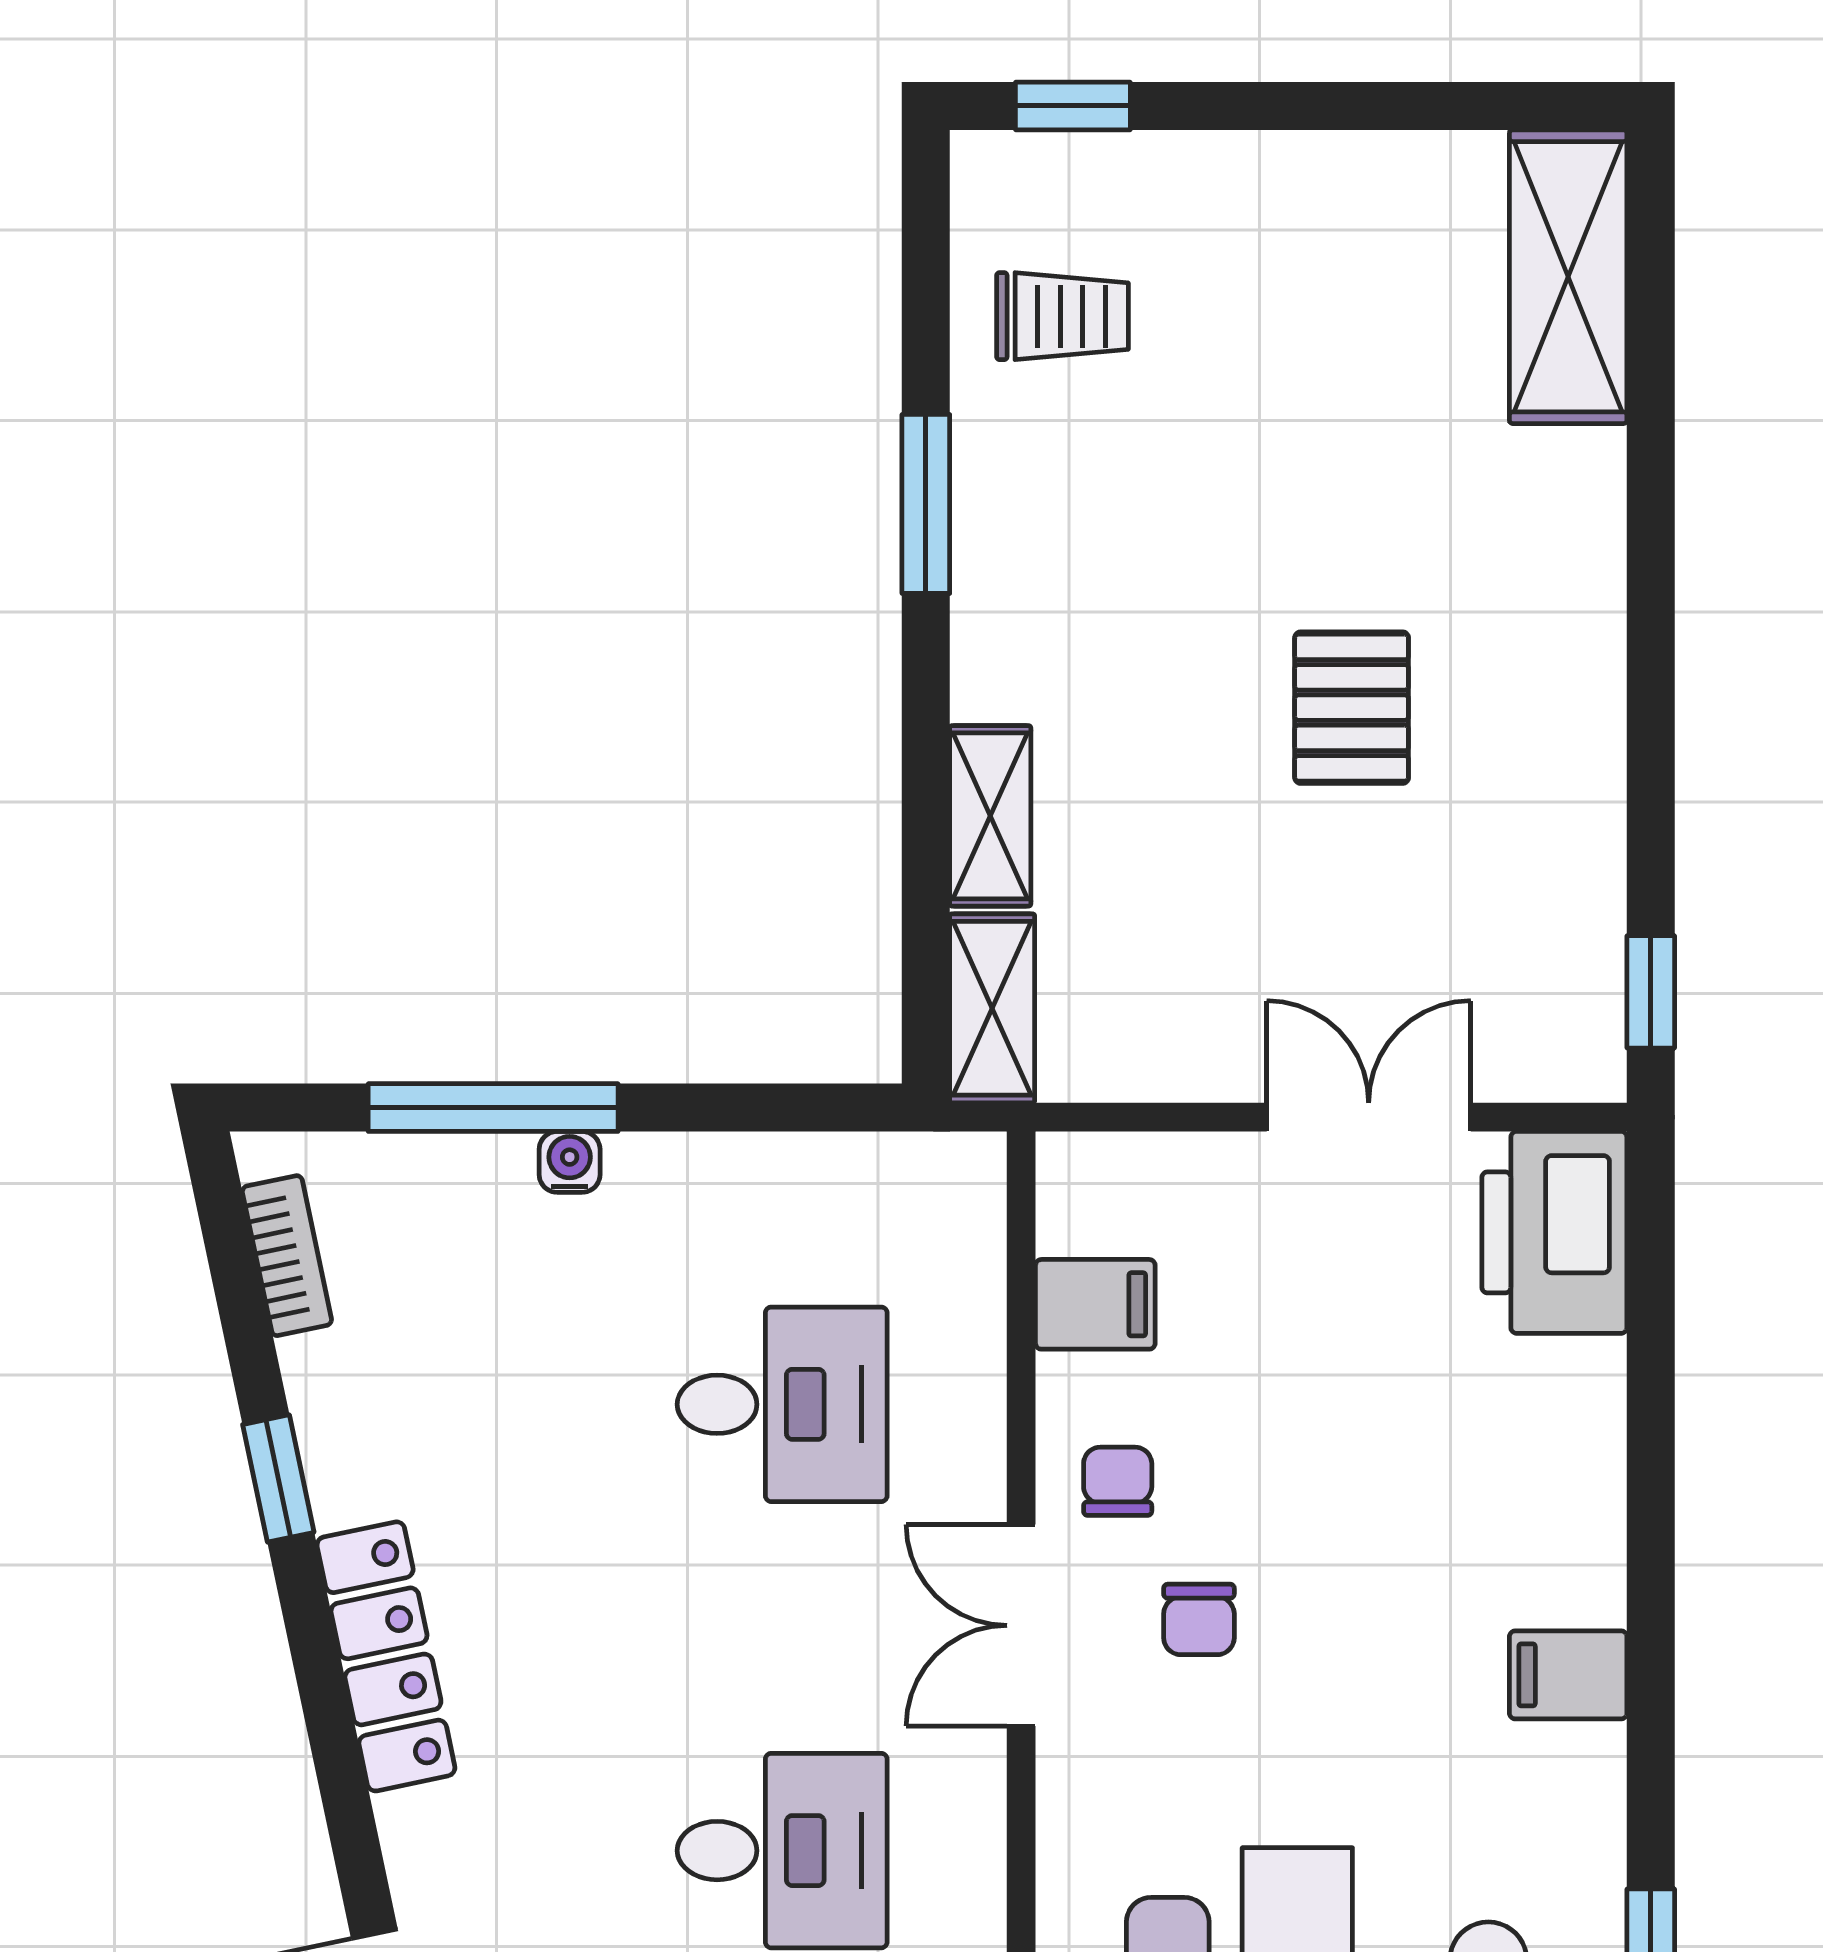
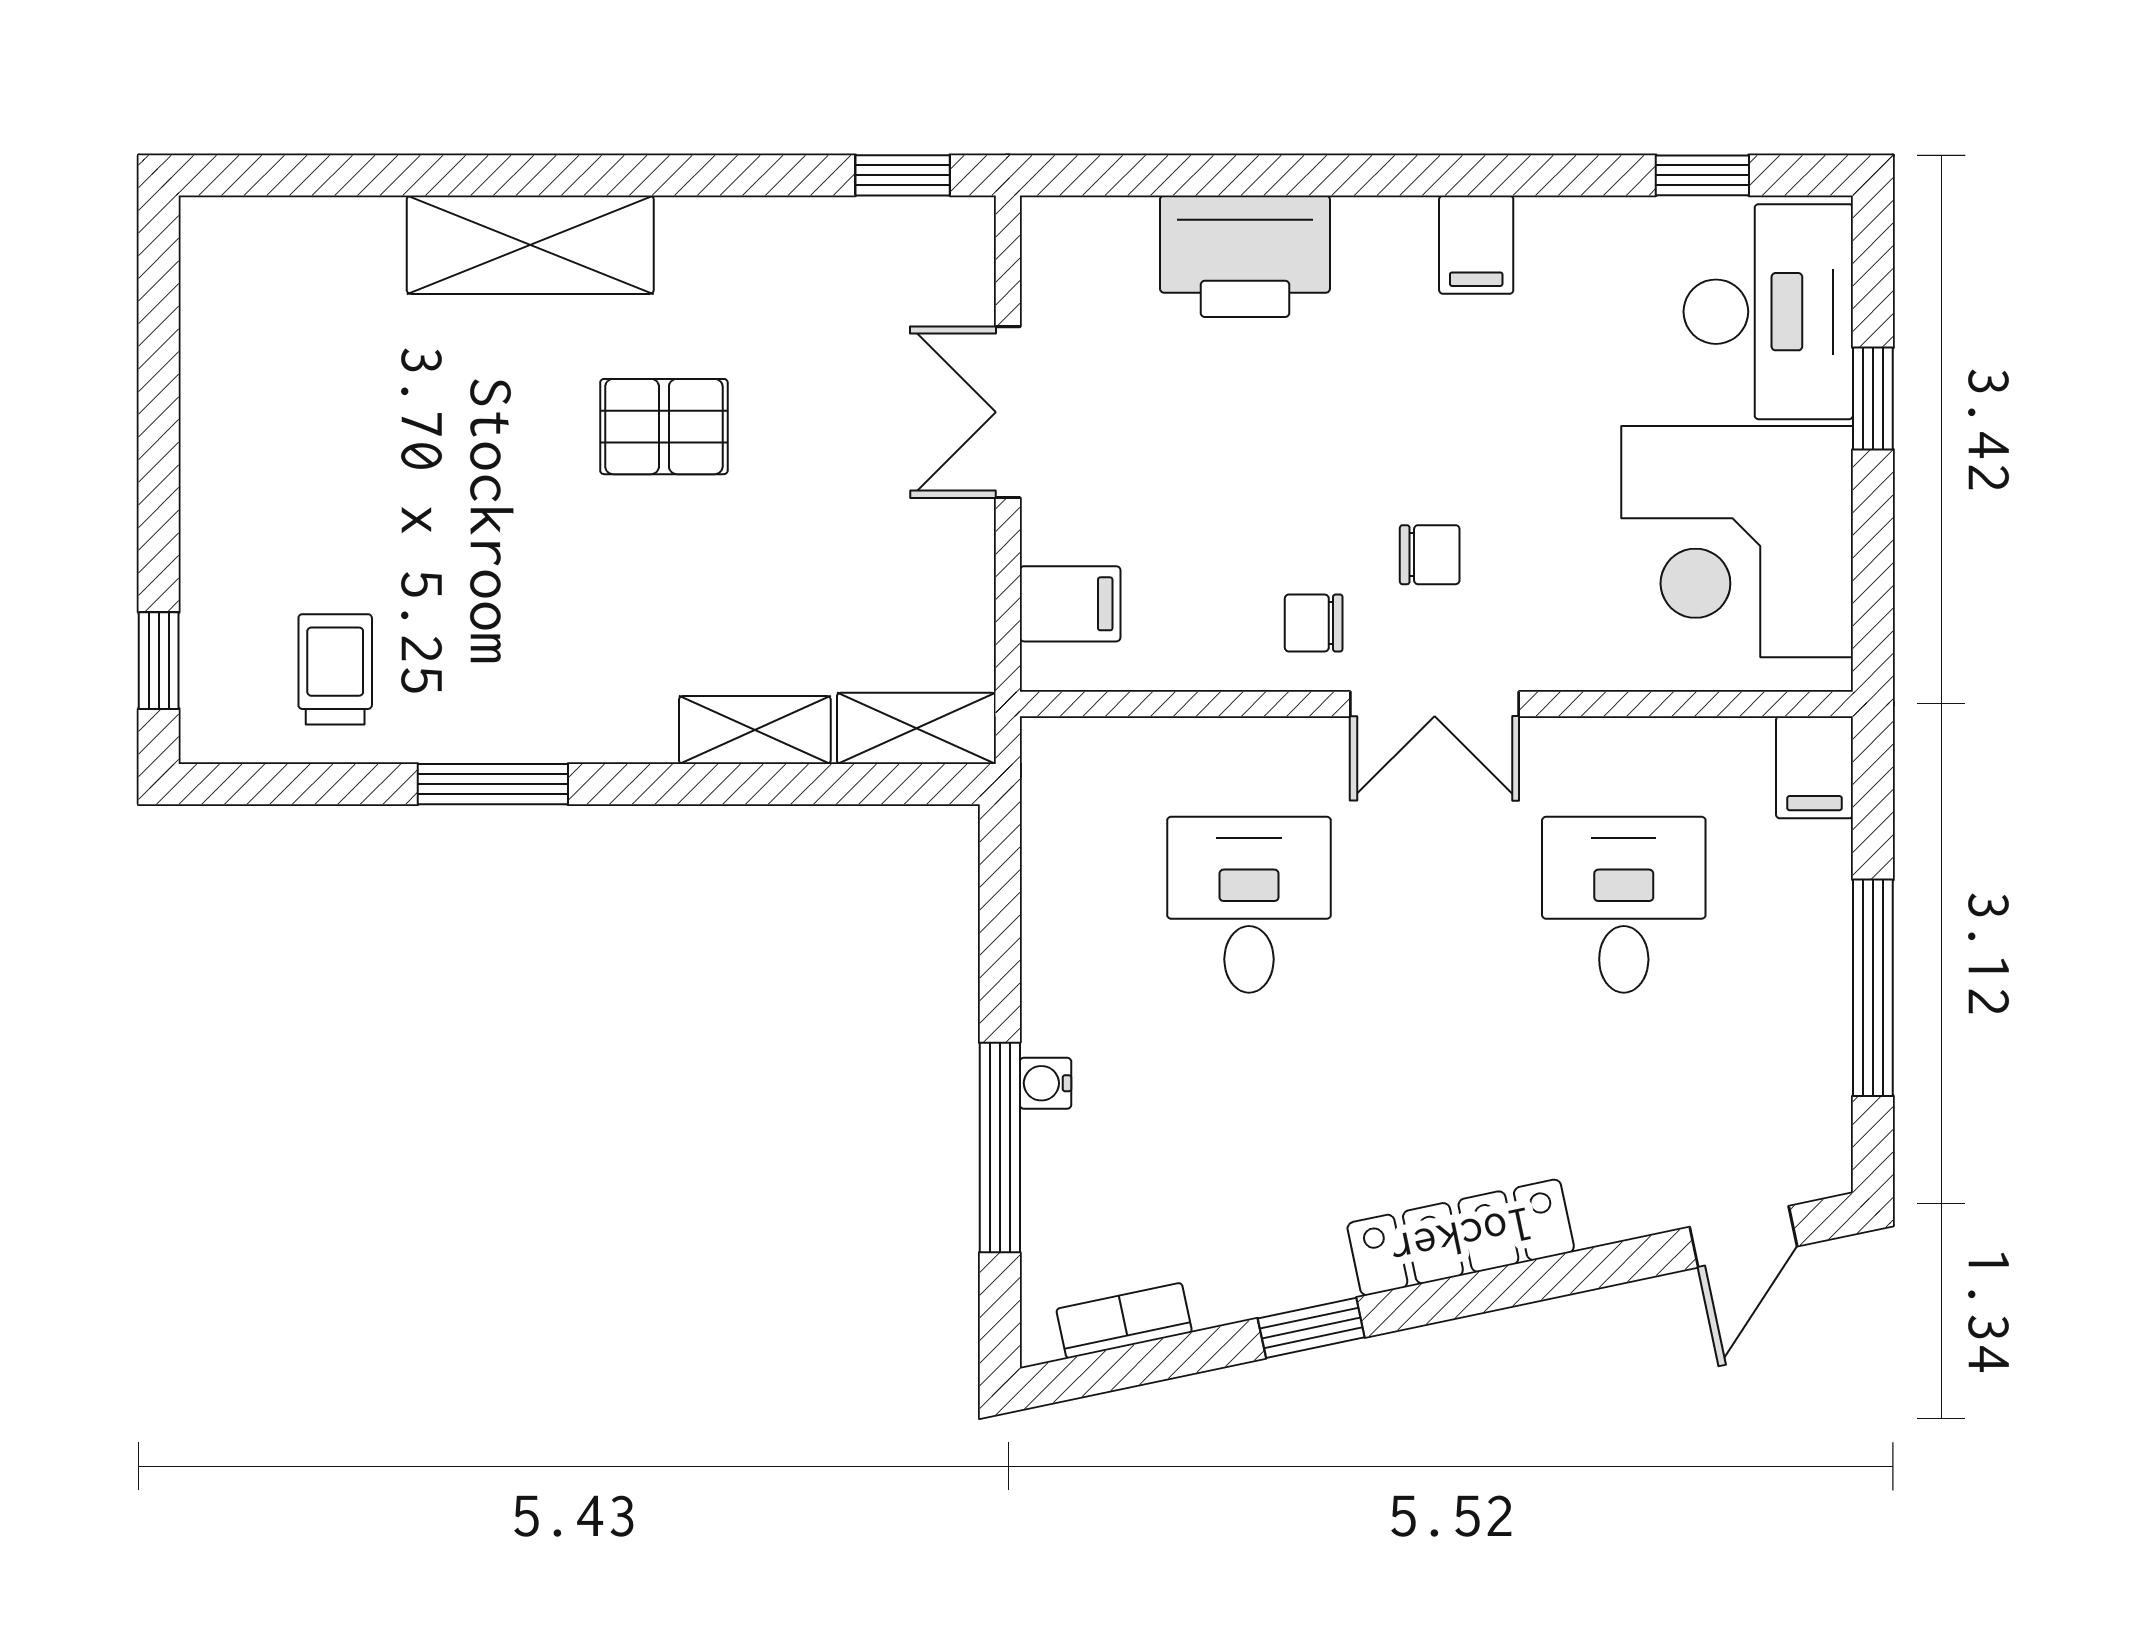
shelving: (1568, 277) -> (530, 245), moved
printer: (1554, 1232) -> (1245, 256), moved
filing cabinet: (1095, 1304) -> (1070, 604), moved, turned 90

